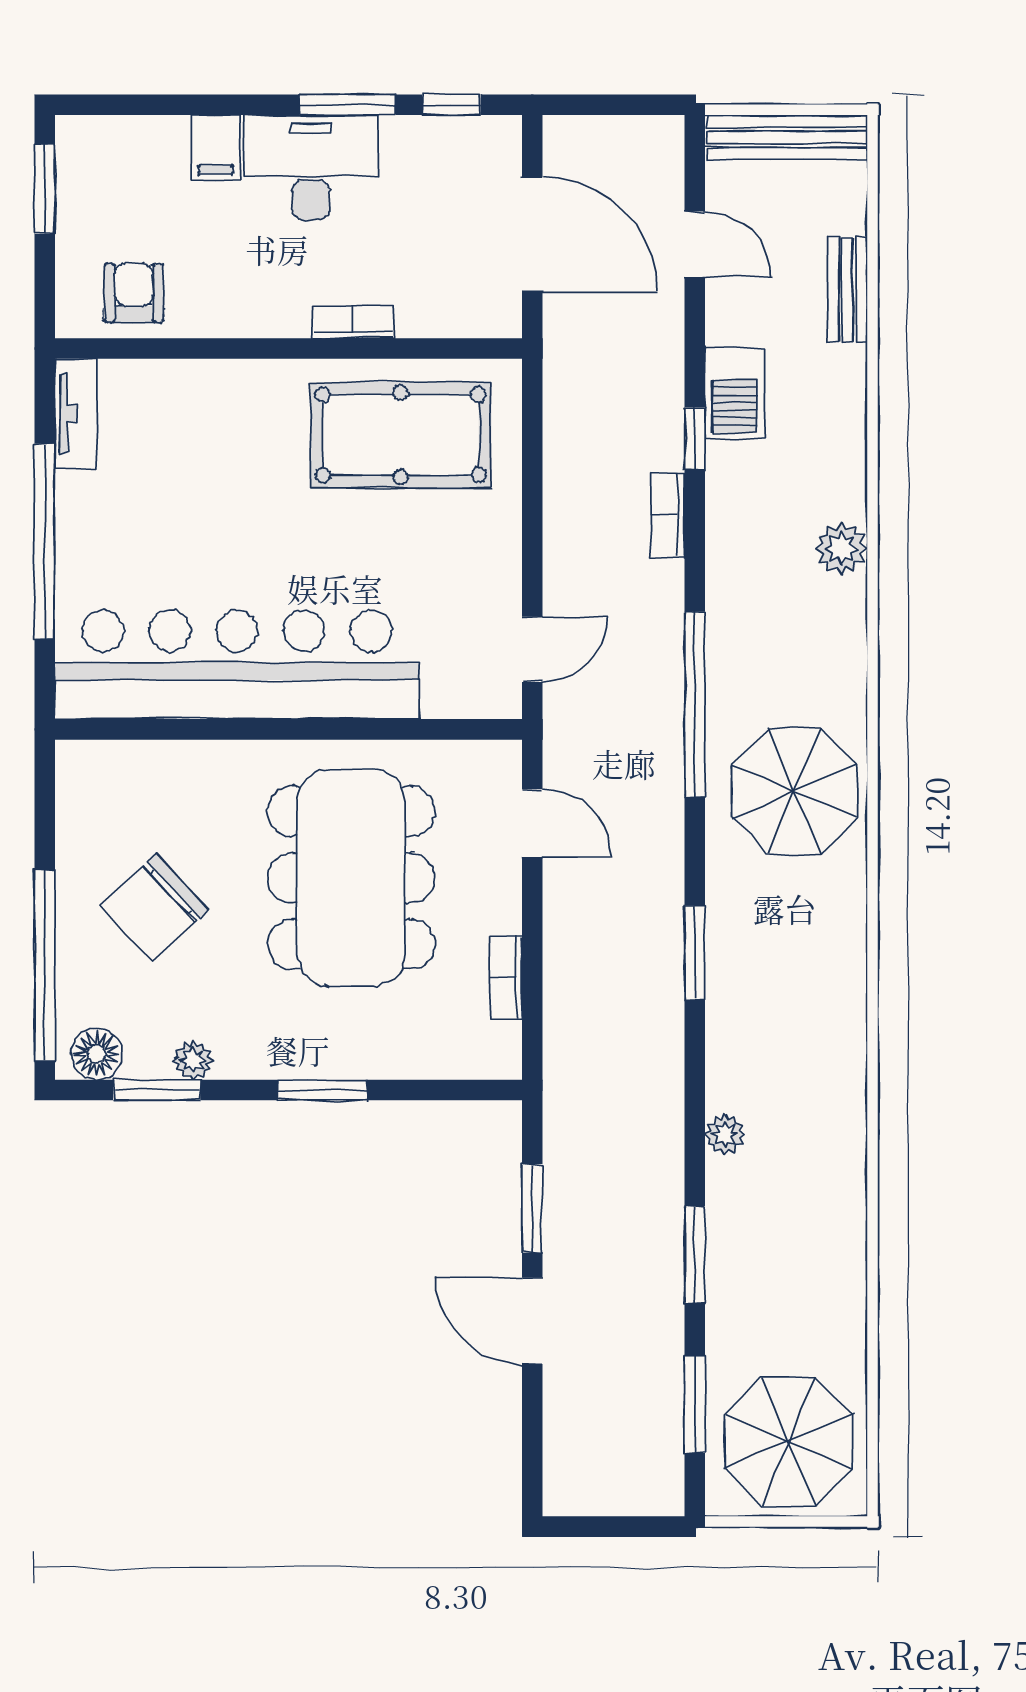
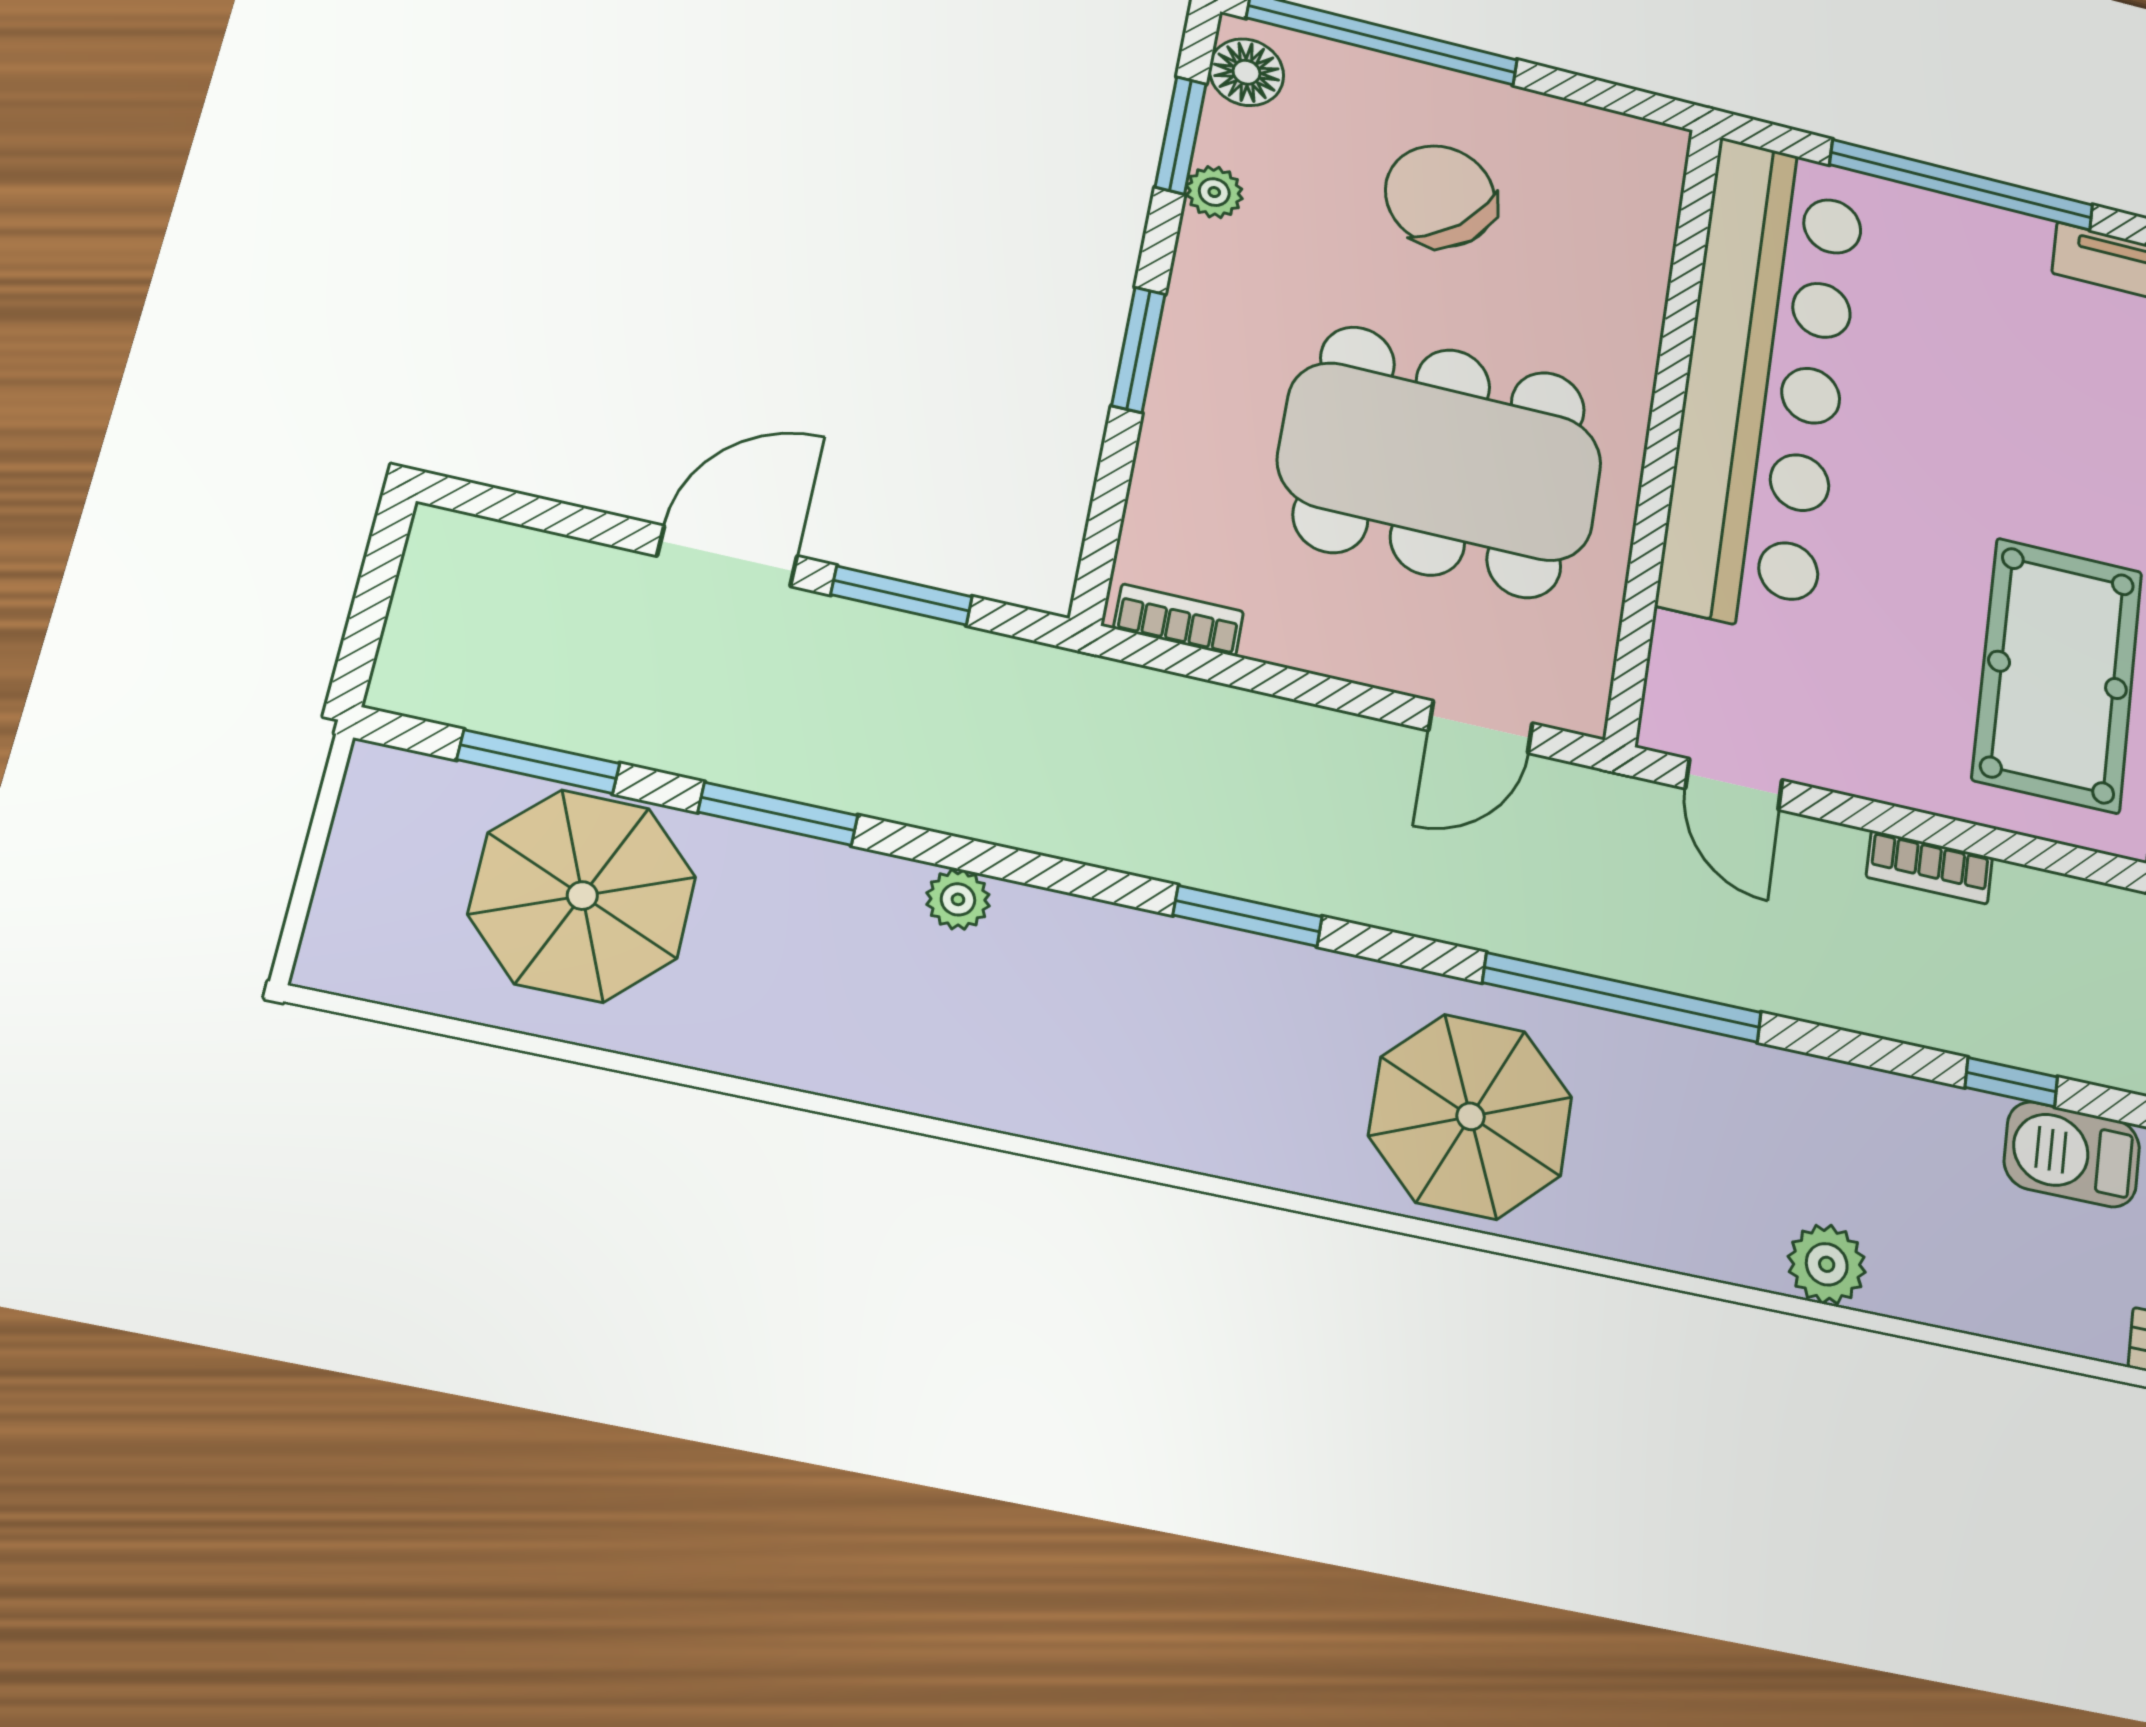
bookcase: (668, 515) -> (1929, 867), moved, turned 180
bookcase: (506, 977) -> (1179, 620), moved
parasol: (789, 1441) -> (582, 896), moved

